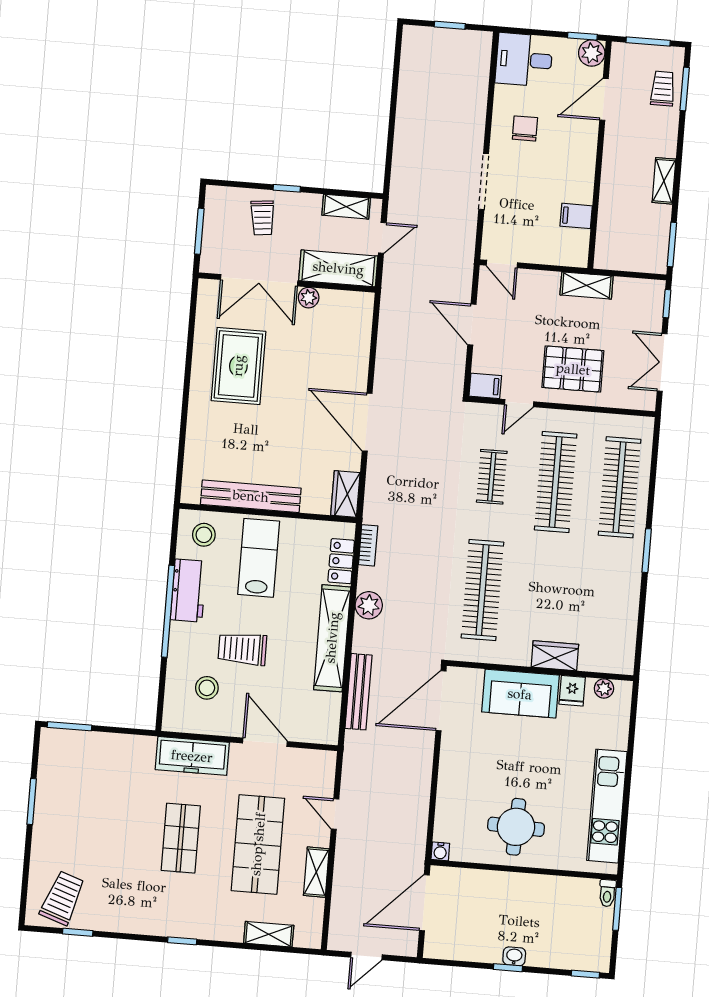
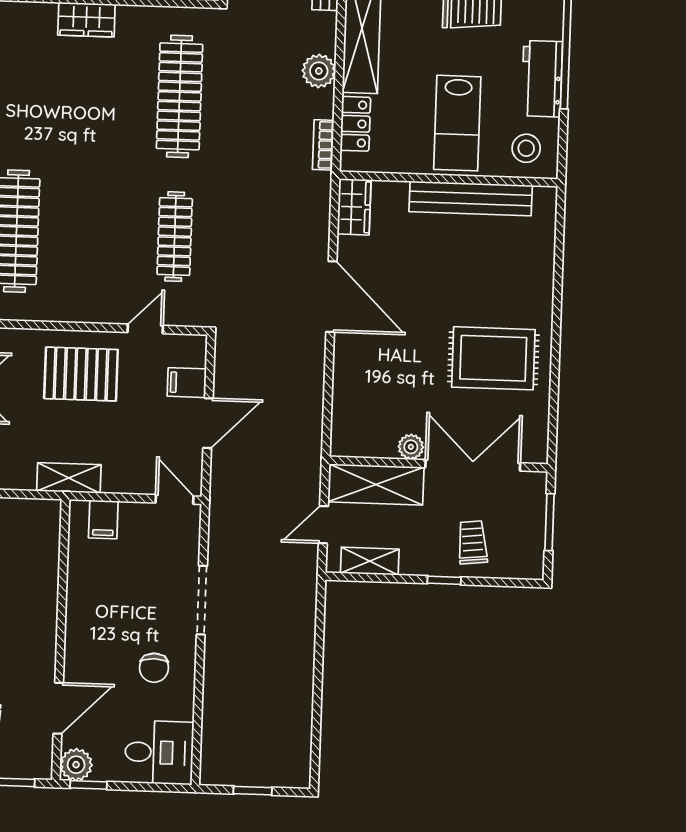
filing cabinet: (576, 216) -> (103, 519), moved, turned 90
door: (472, 324) -> (208, 423), hinge flipped
rug: (238, 366) -> (493, 358), turned 90
filing cabinet: (485, 386) -> (187, 383), moved
clothes rail: (492, 477) -> (175, 237), width x1.36
clothes rail: (556, 482) -> (96, 234), removed

